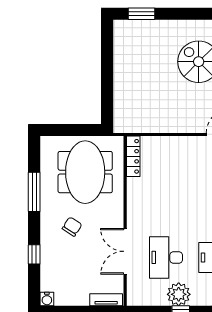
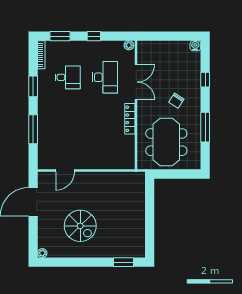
locker: (133, 156) -> (130, 119), moved
plant: (179, 294) -> (129, 45), moved, width x0.53, depth x0.53
tv unit: (106, 300) -> (150, 45), removed

